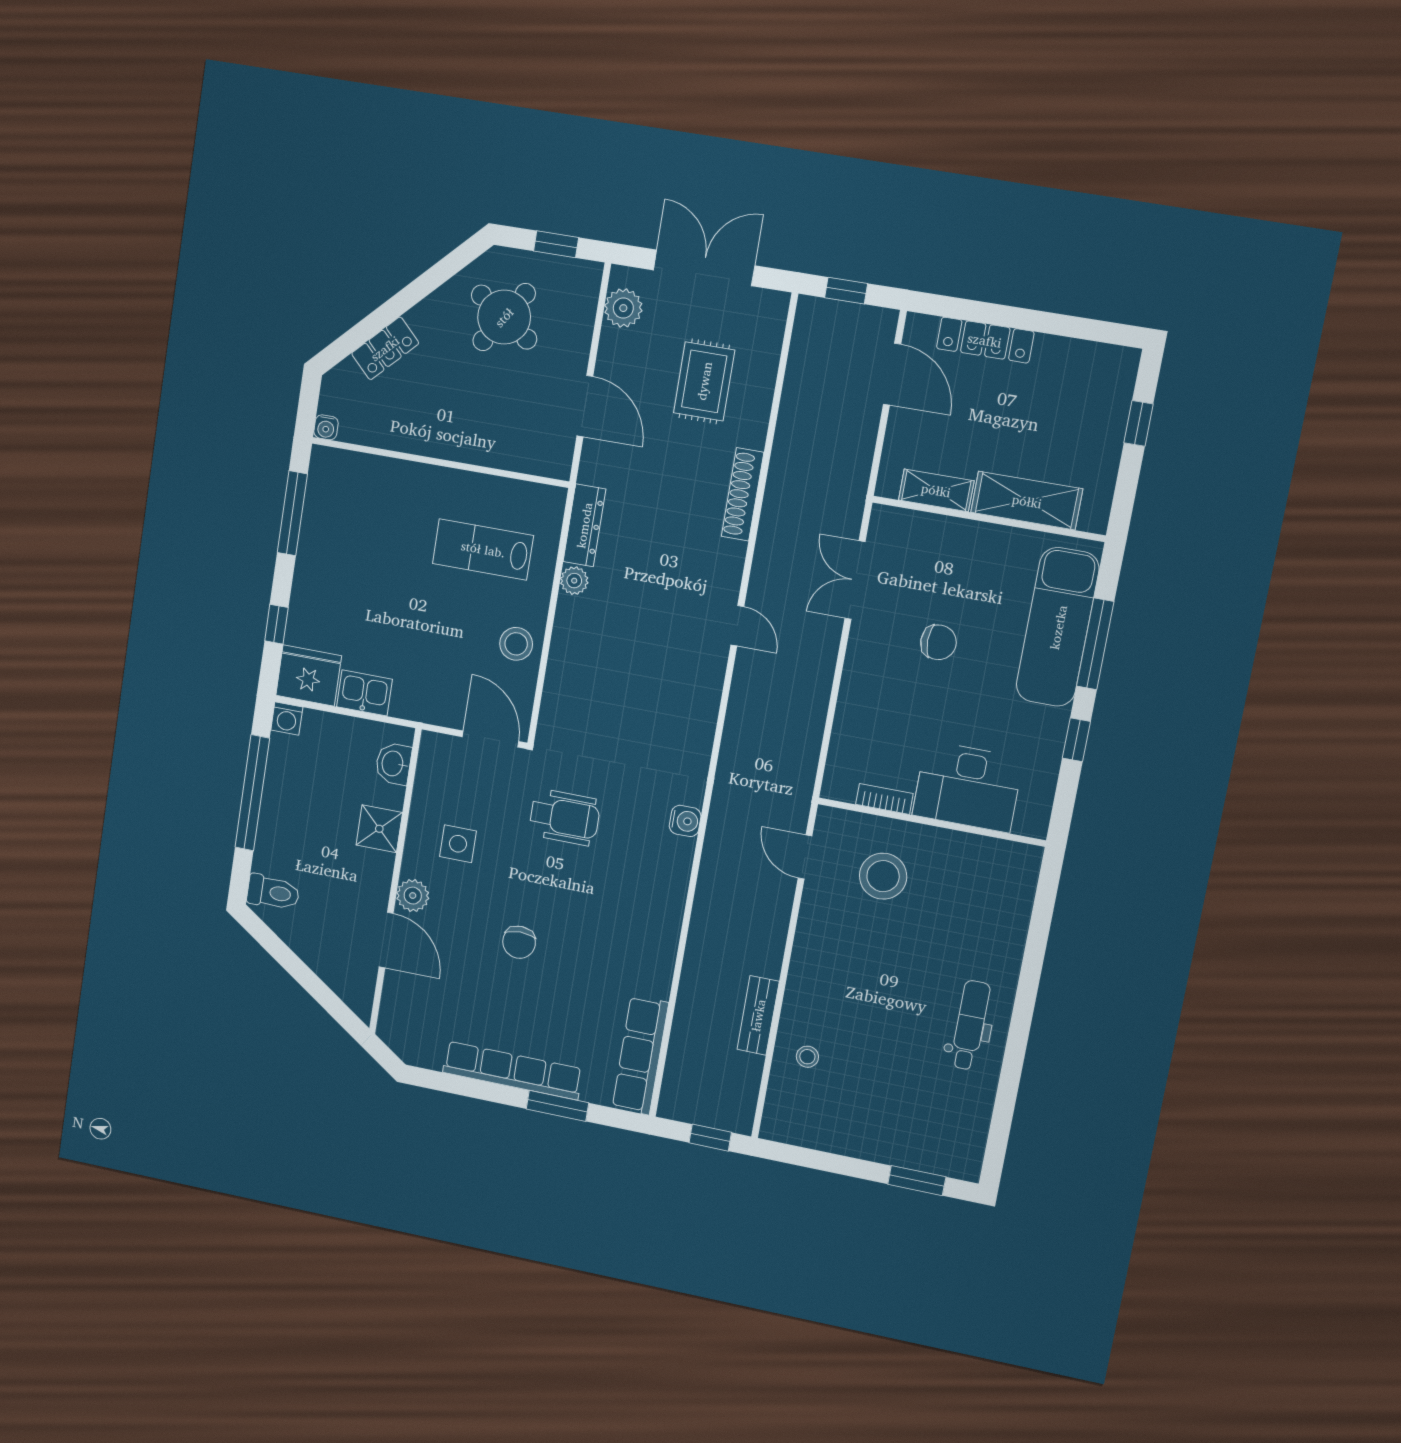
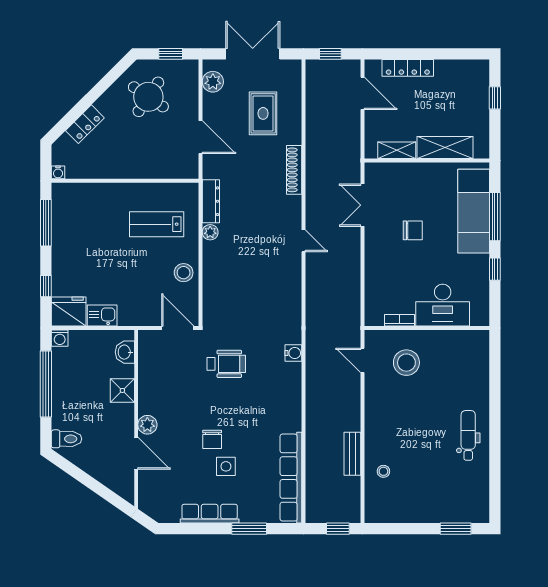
side table: (458, 844) -> (226, 466), moved
row of seats: (640, 1055) -> (291, 478), width x1.36
row of seats: (512, 1071) -> (210, 514), width x0.73

